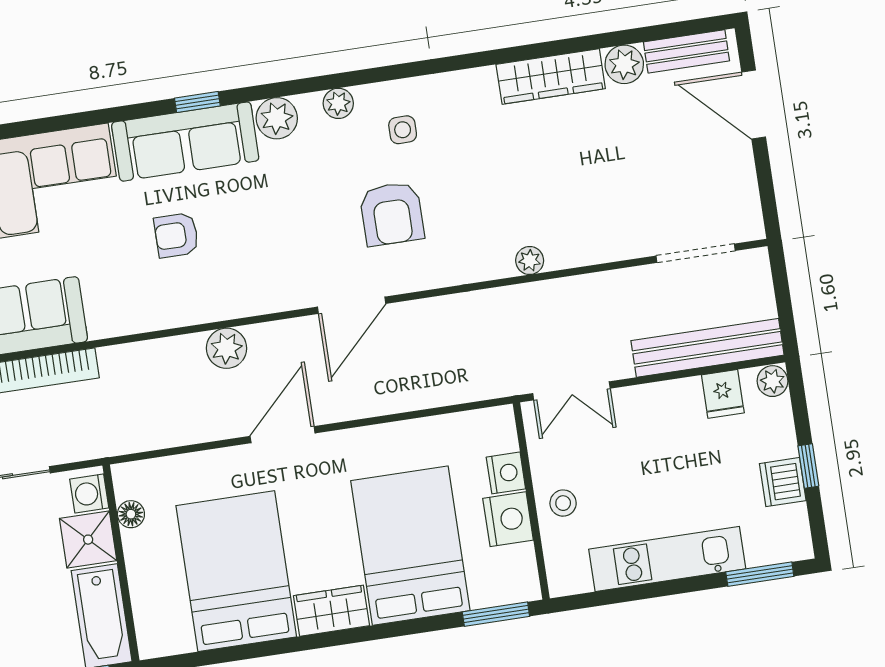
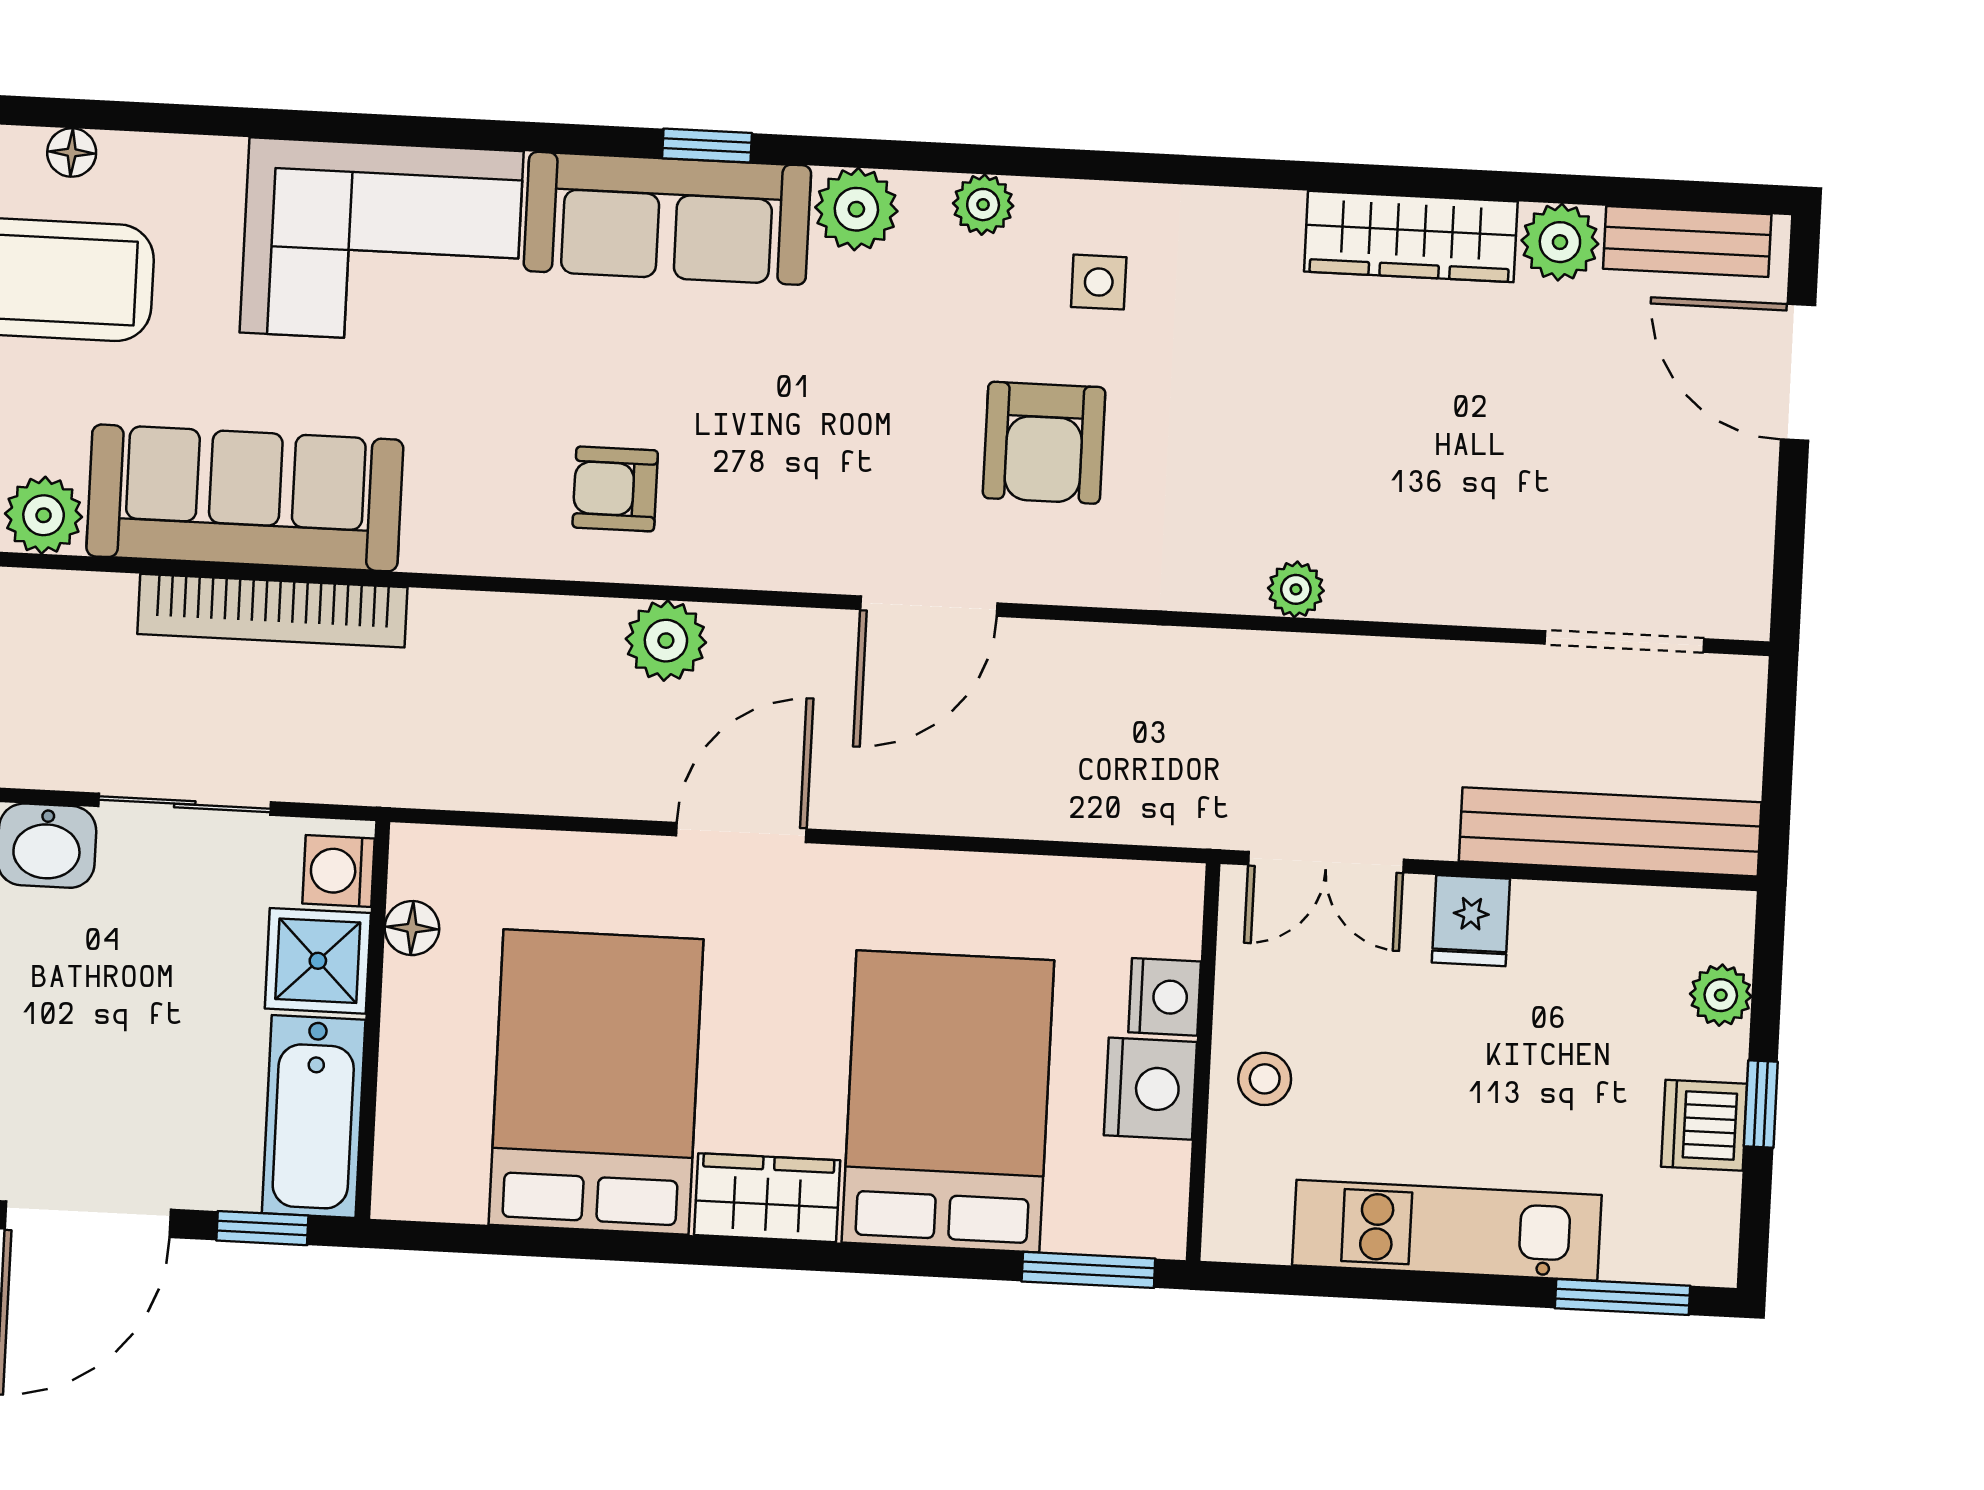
armchair: (176, 235) -> (615, 489), moved
plant: (772, 381) -> (1721, 995), moved
fridge: (723, 394) -> (1471, 921), moved

